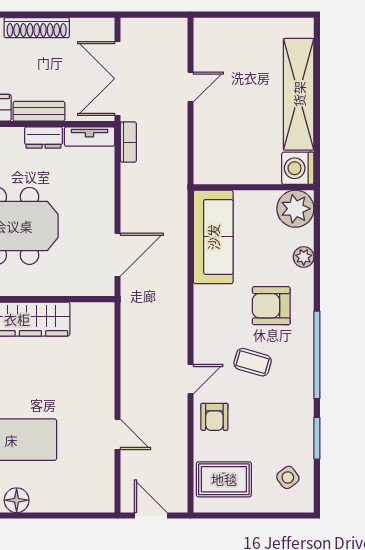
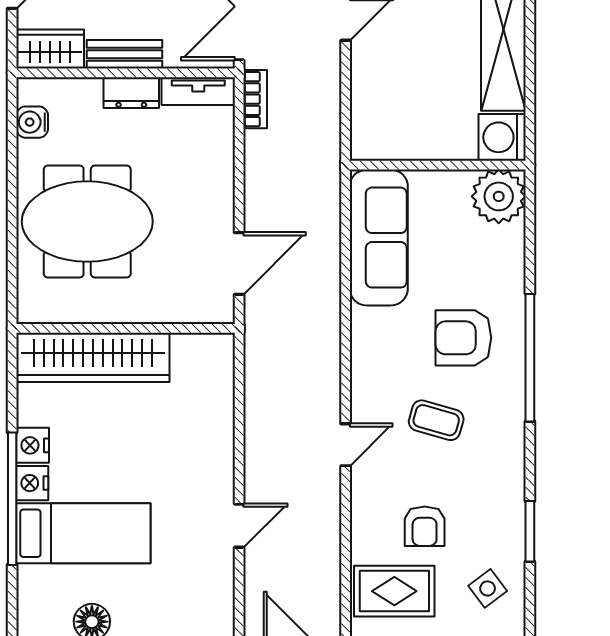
plant: (304, 257) -> (511, 267), removed
window: (317, 355) -> (530, 358), moved
armchair: (214, 417) -> (425, 526), moved
door: (117, 434) -> (239, 526), hinge flipped

